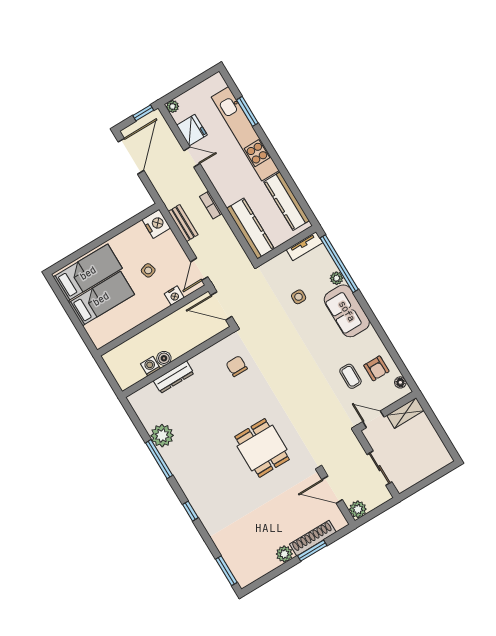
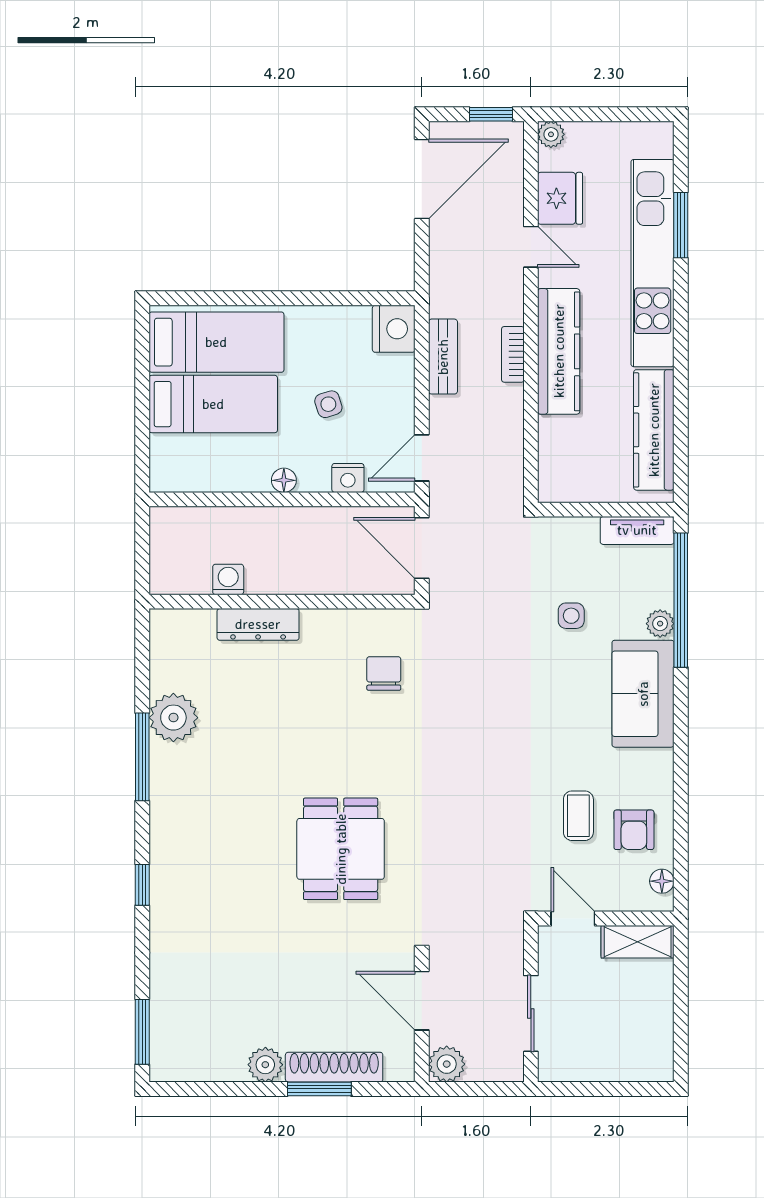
kitchen counter: (250, 229) -> (559, 351), moved
floor lamp: (149, 312) -> (284, 480), added
boiler: (164, 358) -> (261, 580), removed

